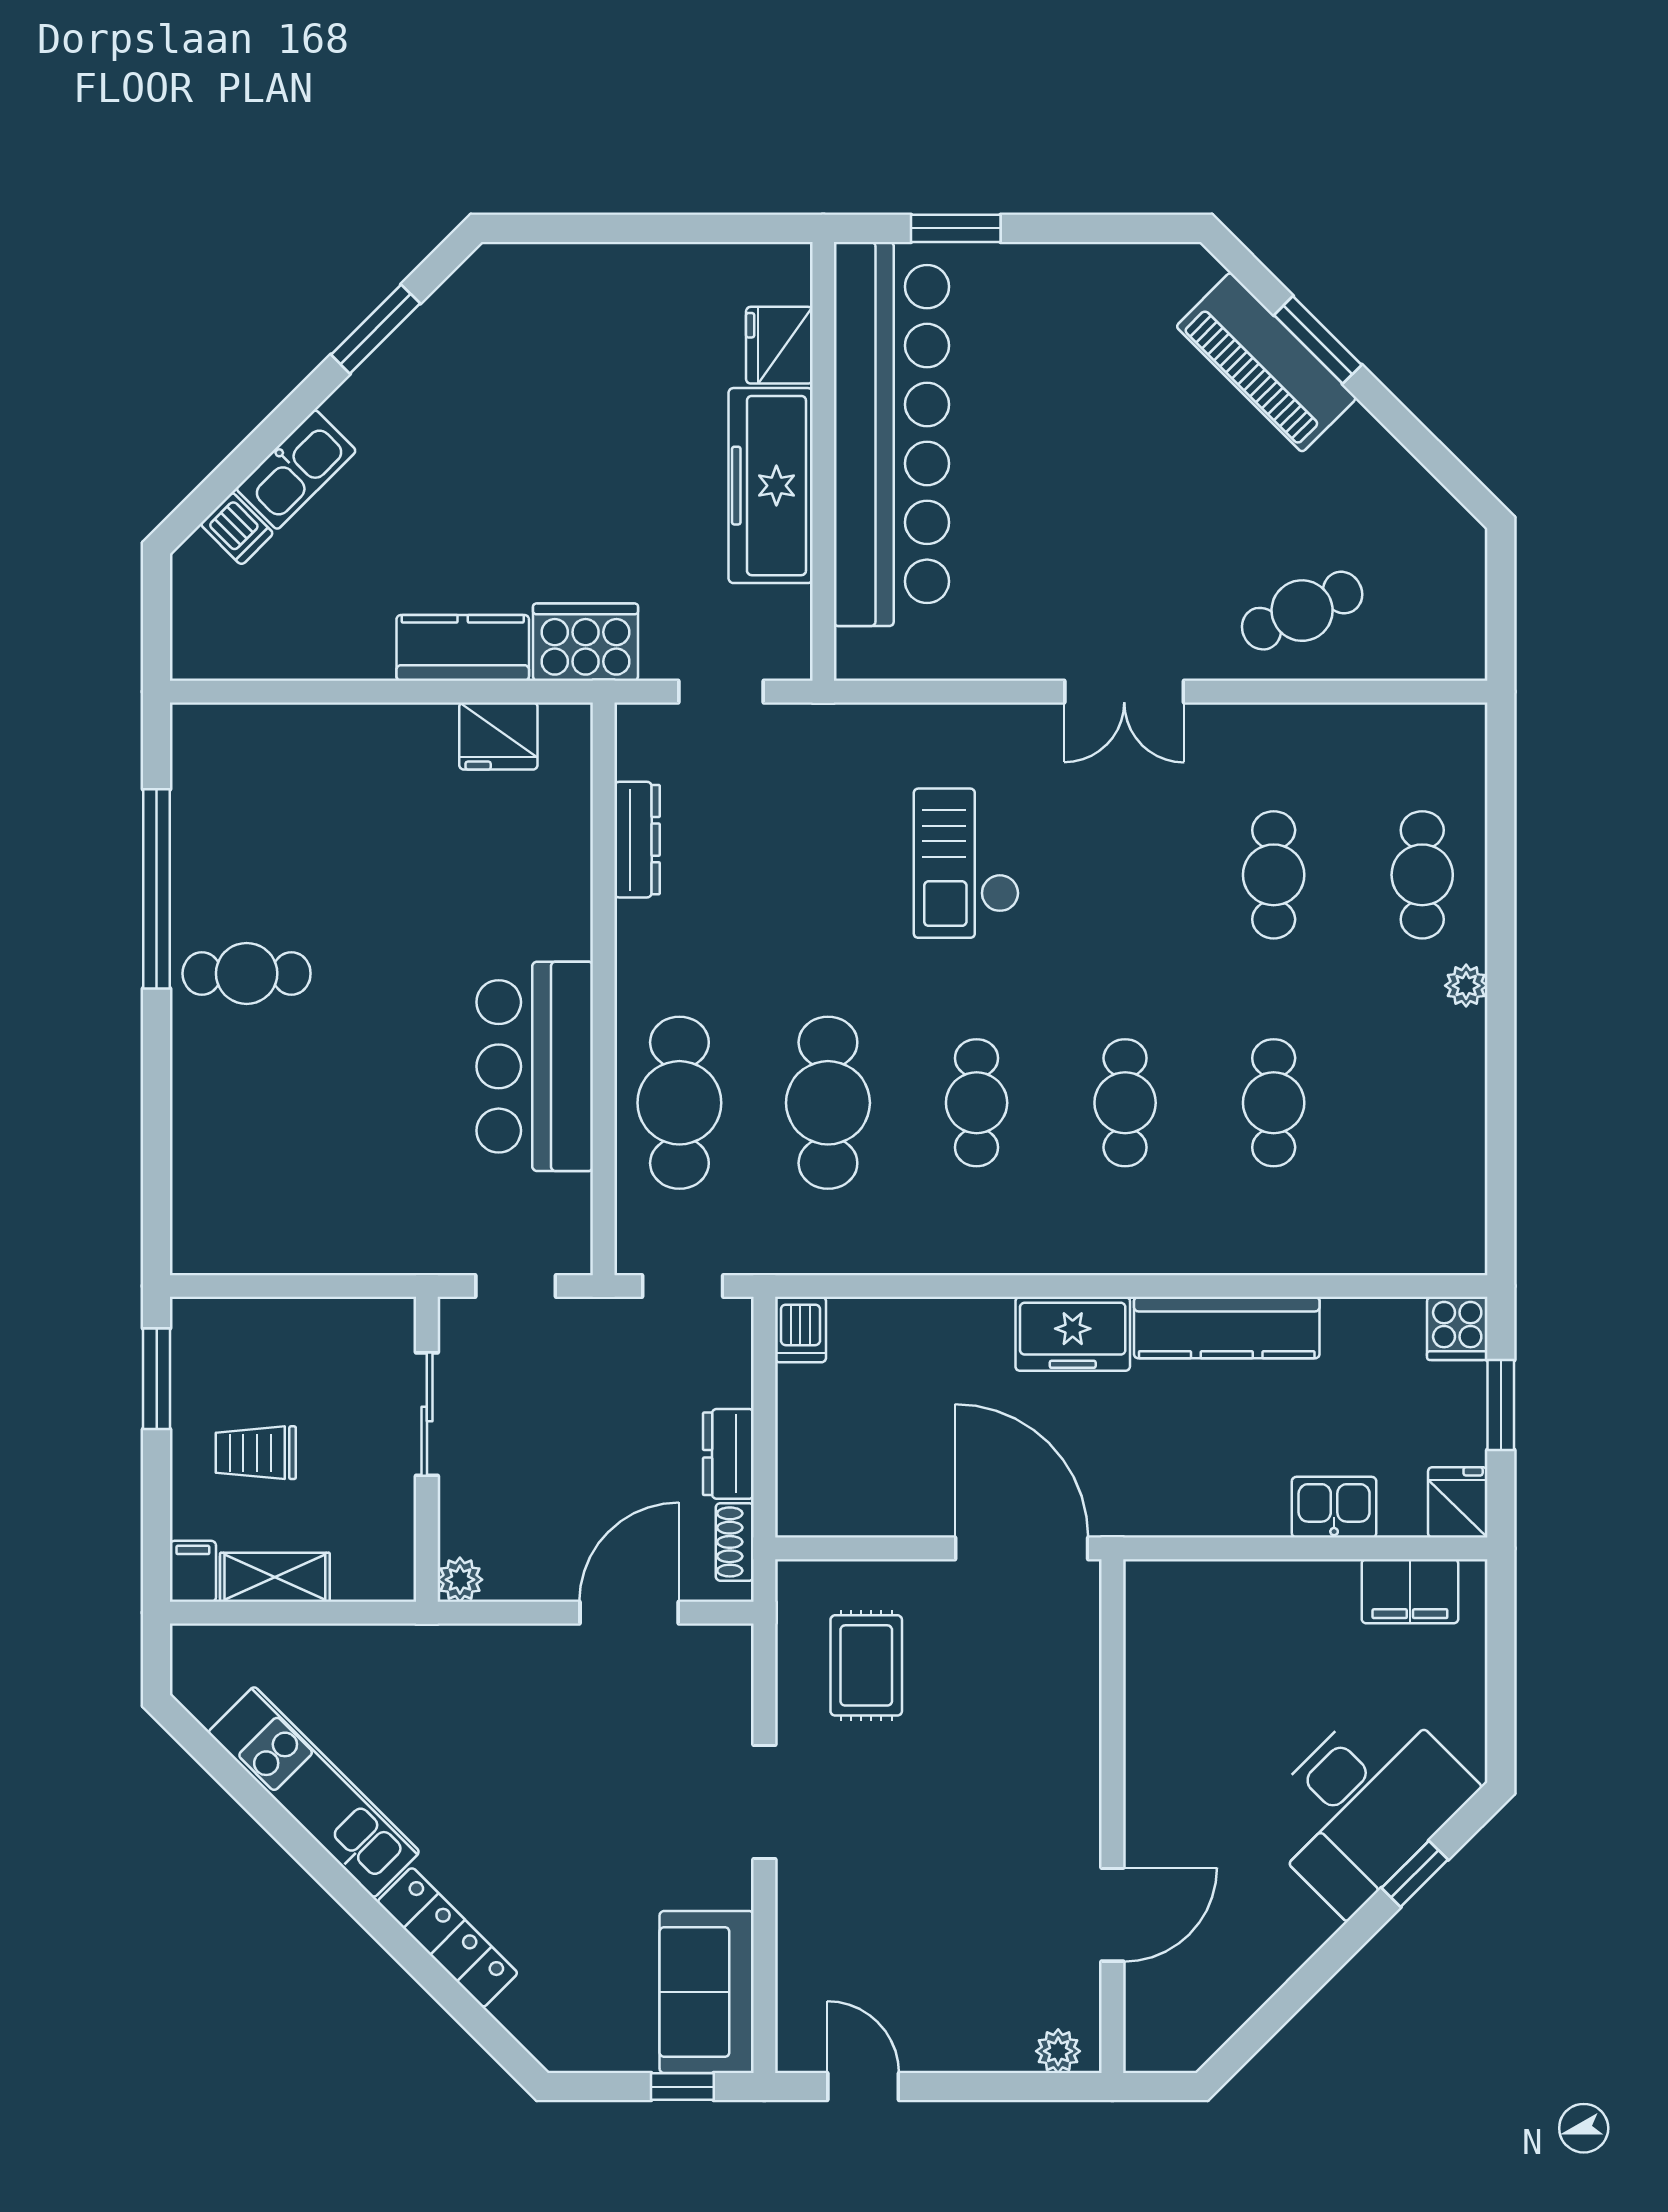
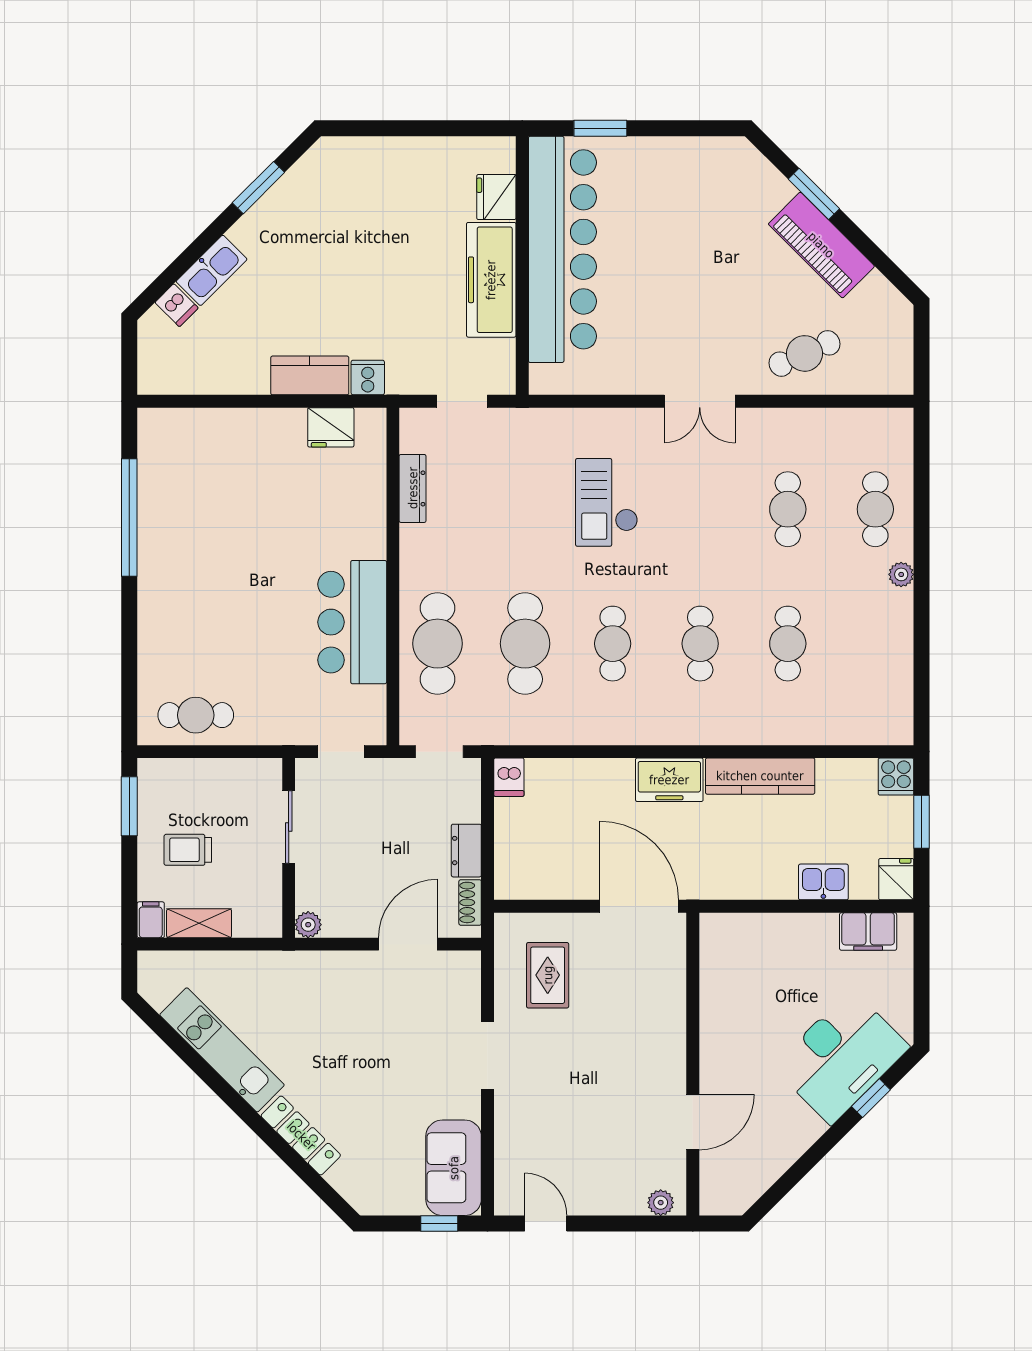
piano: (1266, 362) -> (821, 245), moved
cooker: (586, 642) -> (368, 377), width x0.53, depth x0.76
cafe table: (247, 973) -> (196, 715), moved

